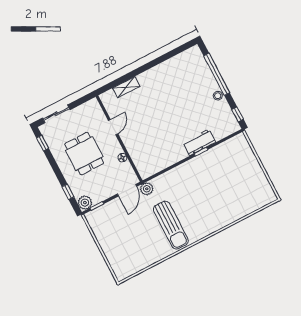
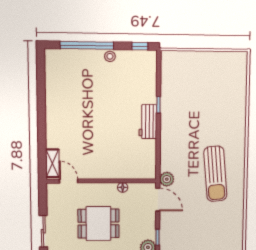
shelving: (126, 87) -> (52, 163), moved
door: (113, 127) -> (69, 181), moved
workbench: (199, 142) -> (148, 122), moved
sun lounger: (171, 225) -> (215, 174), turned 85

